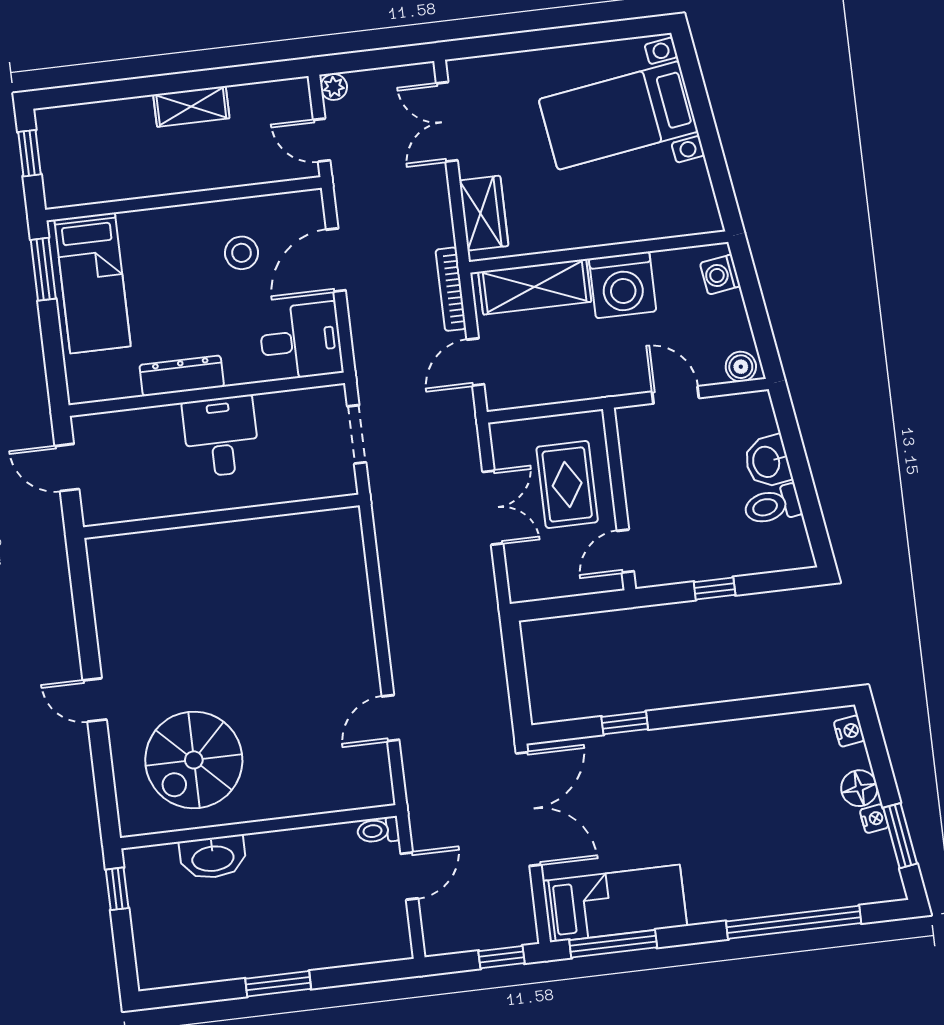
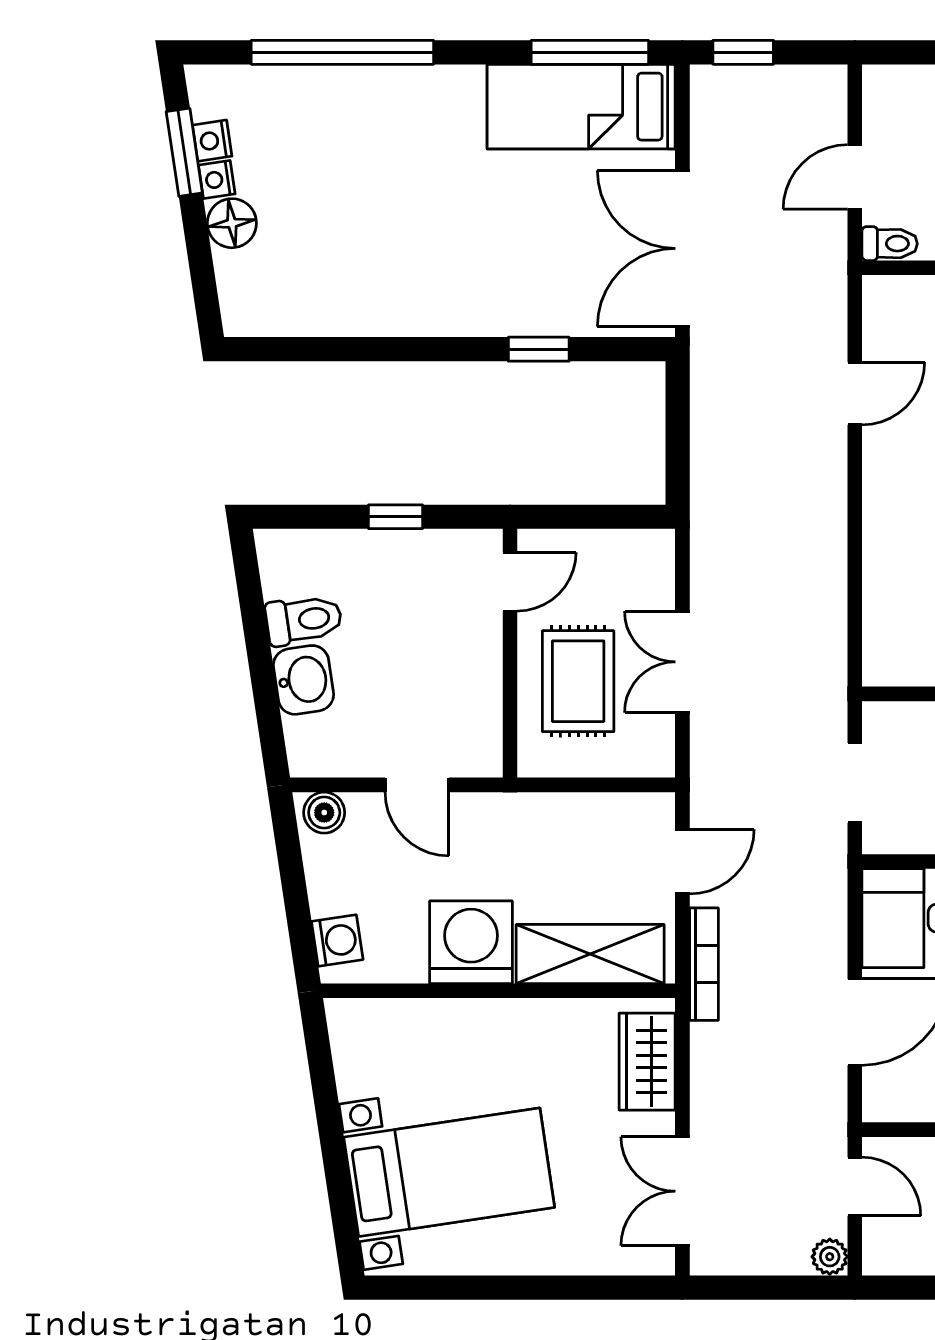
double door: (447, 122) -> (682, 1191), swing flipped
nightstand: (849, 731) -> (212, 141), moved

